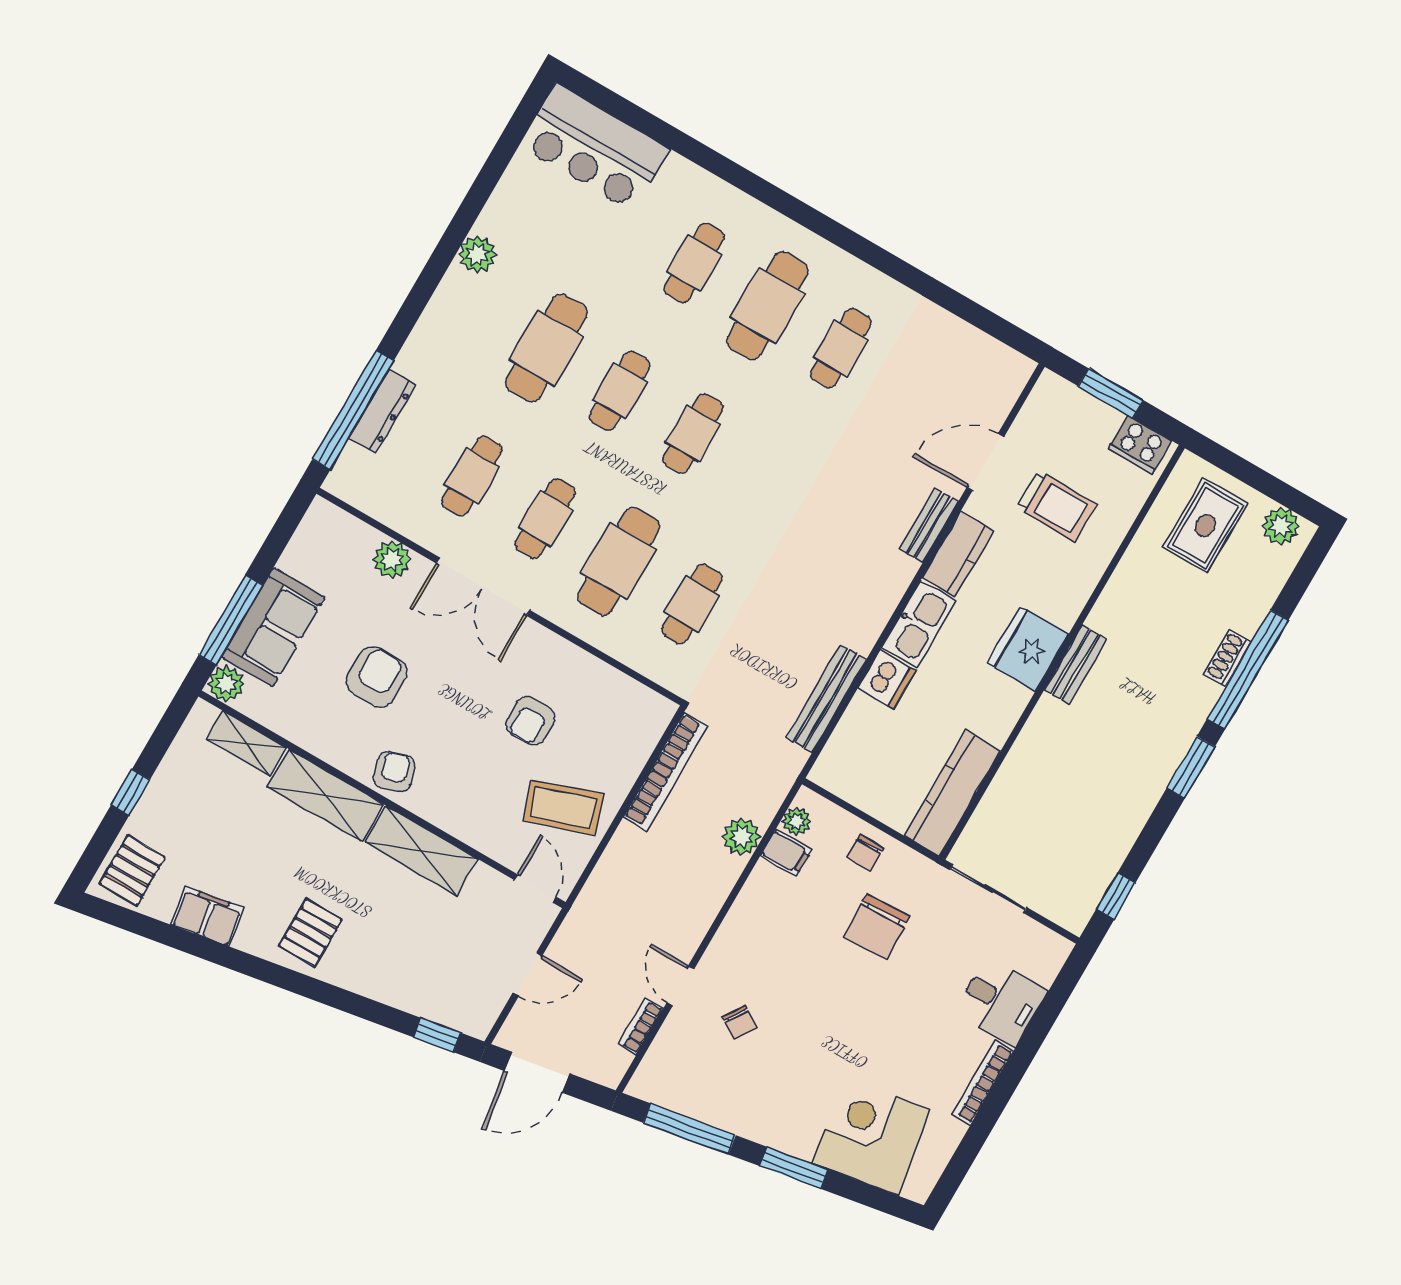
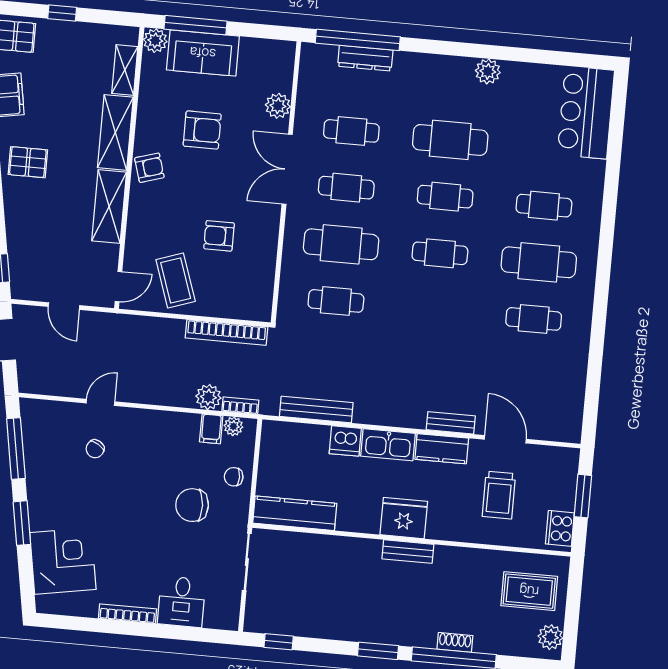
bookcase: (641, 1026) -> (240, 406), moved

